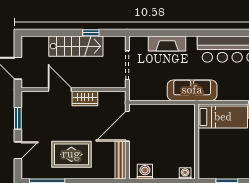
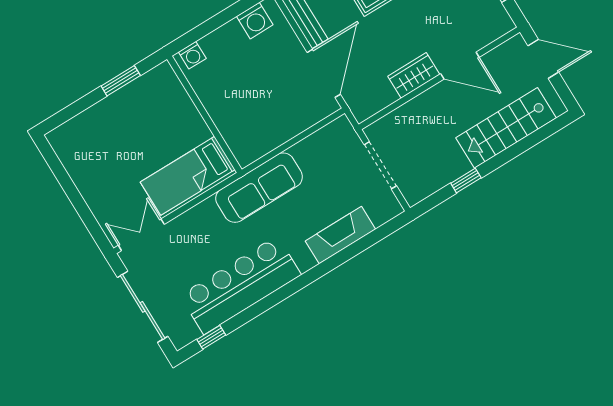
stairs: (76, 46) -> (506, 128), moved

